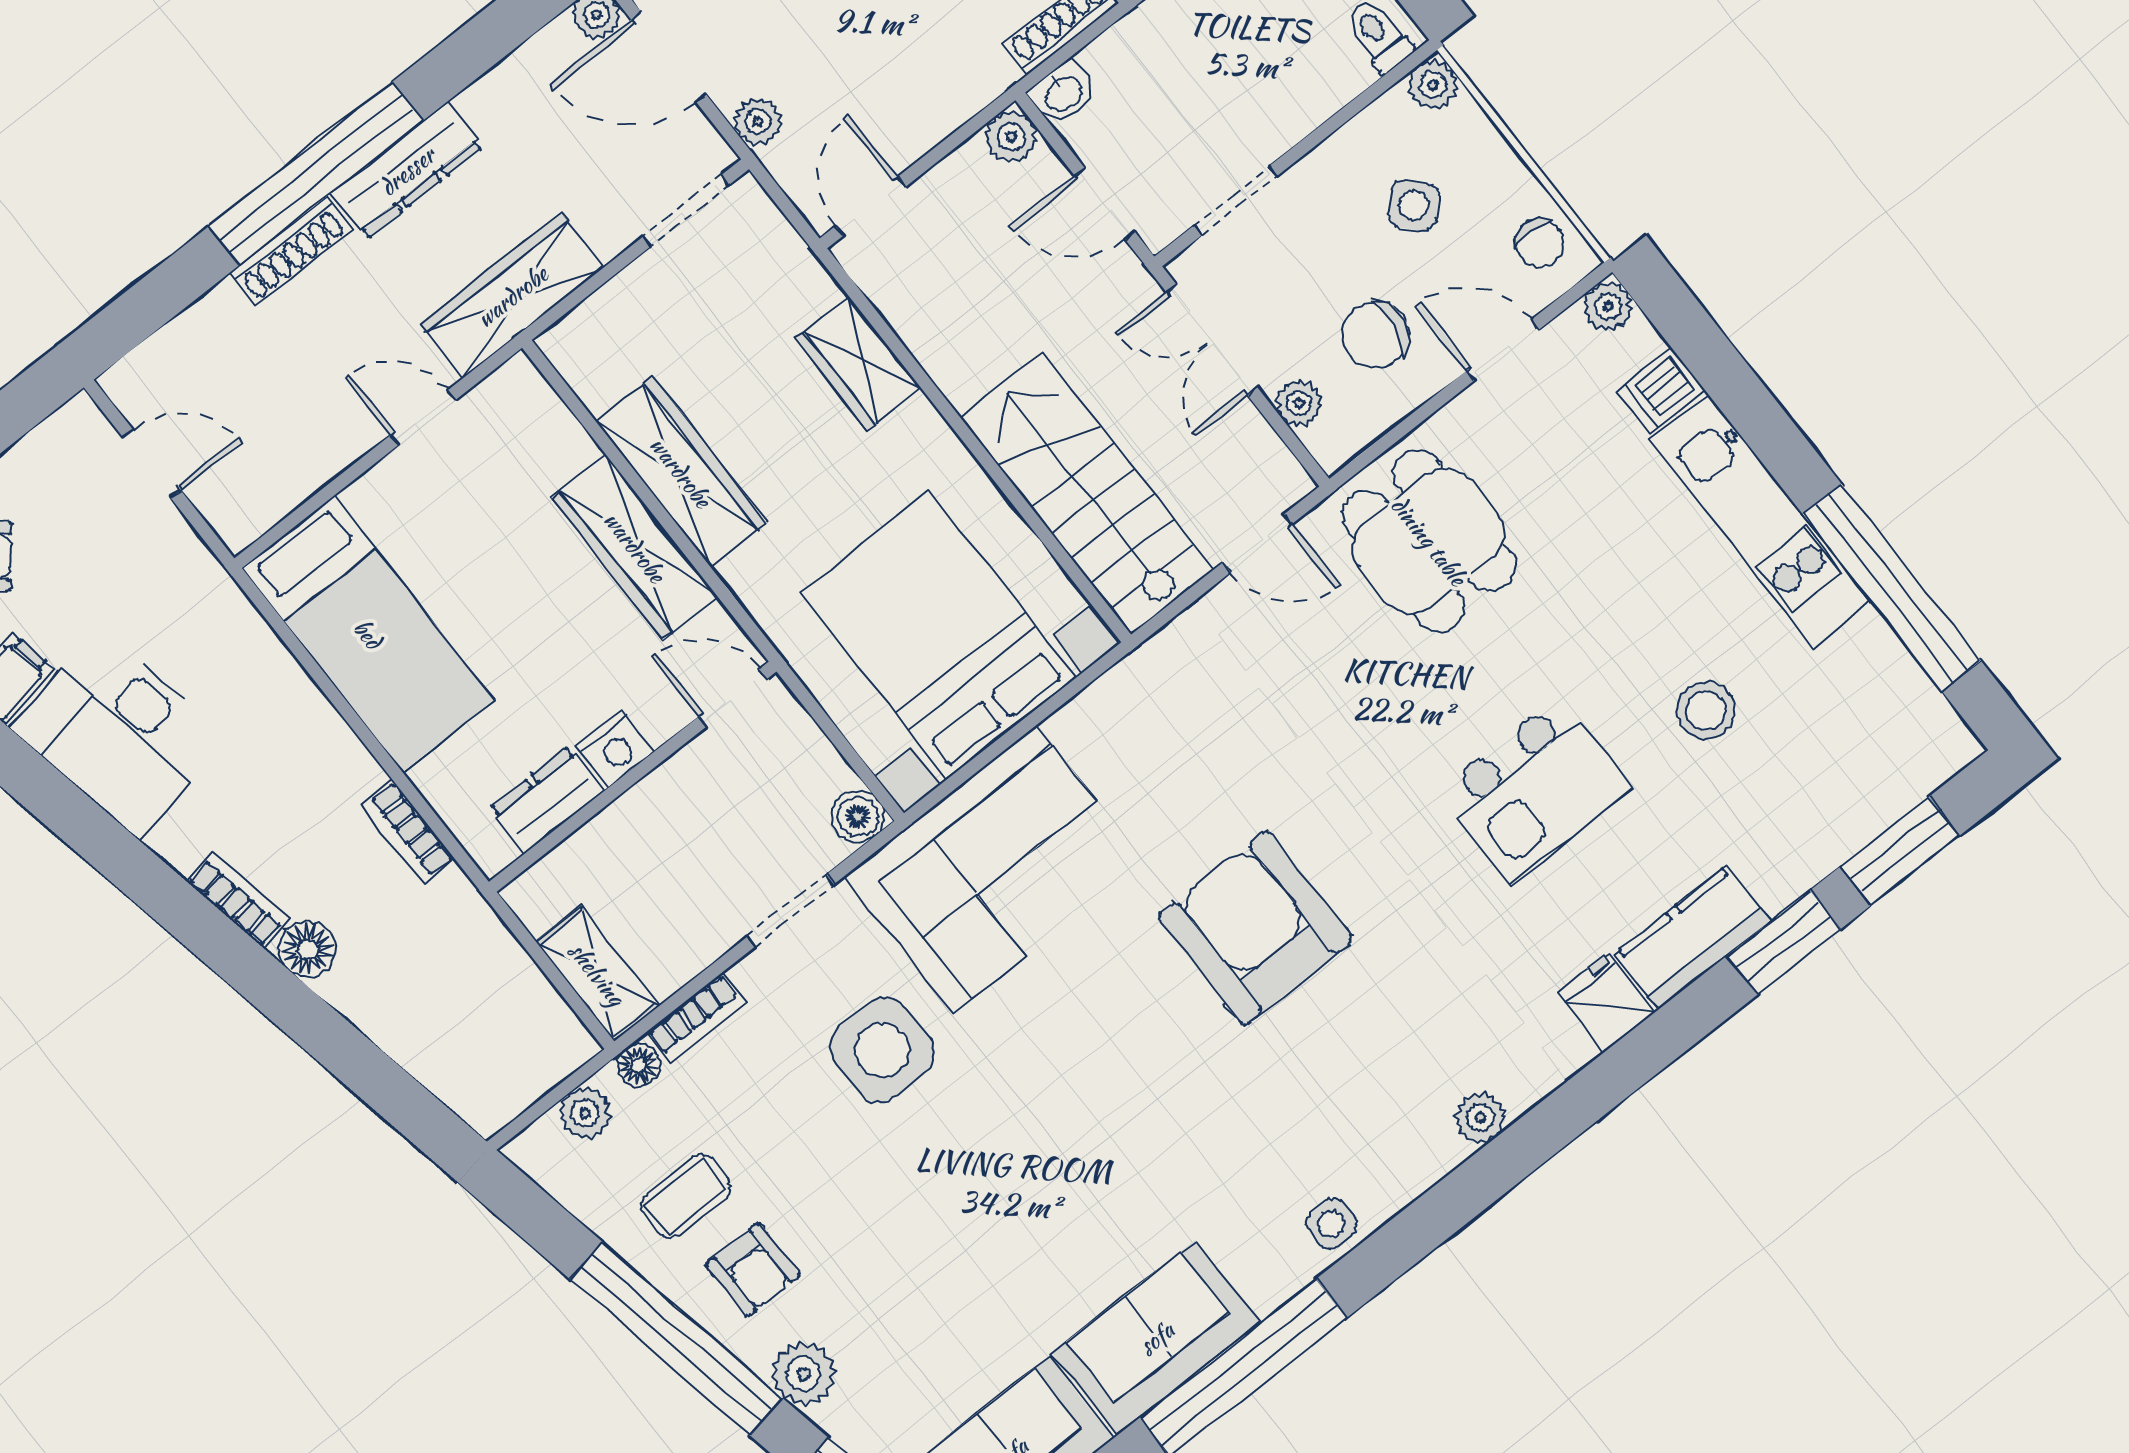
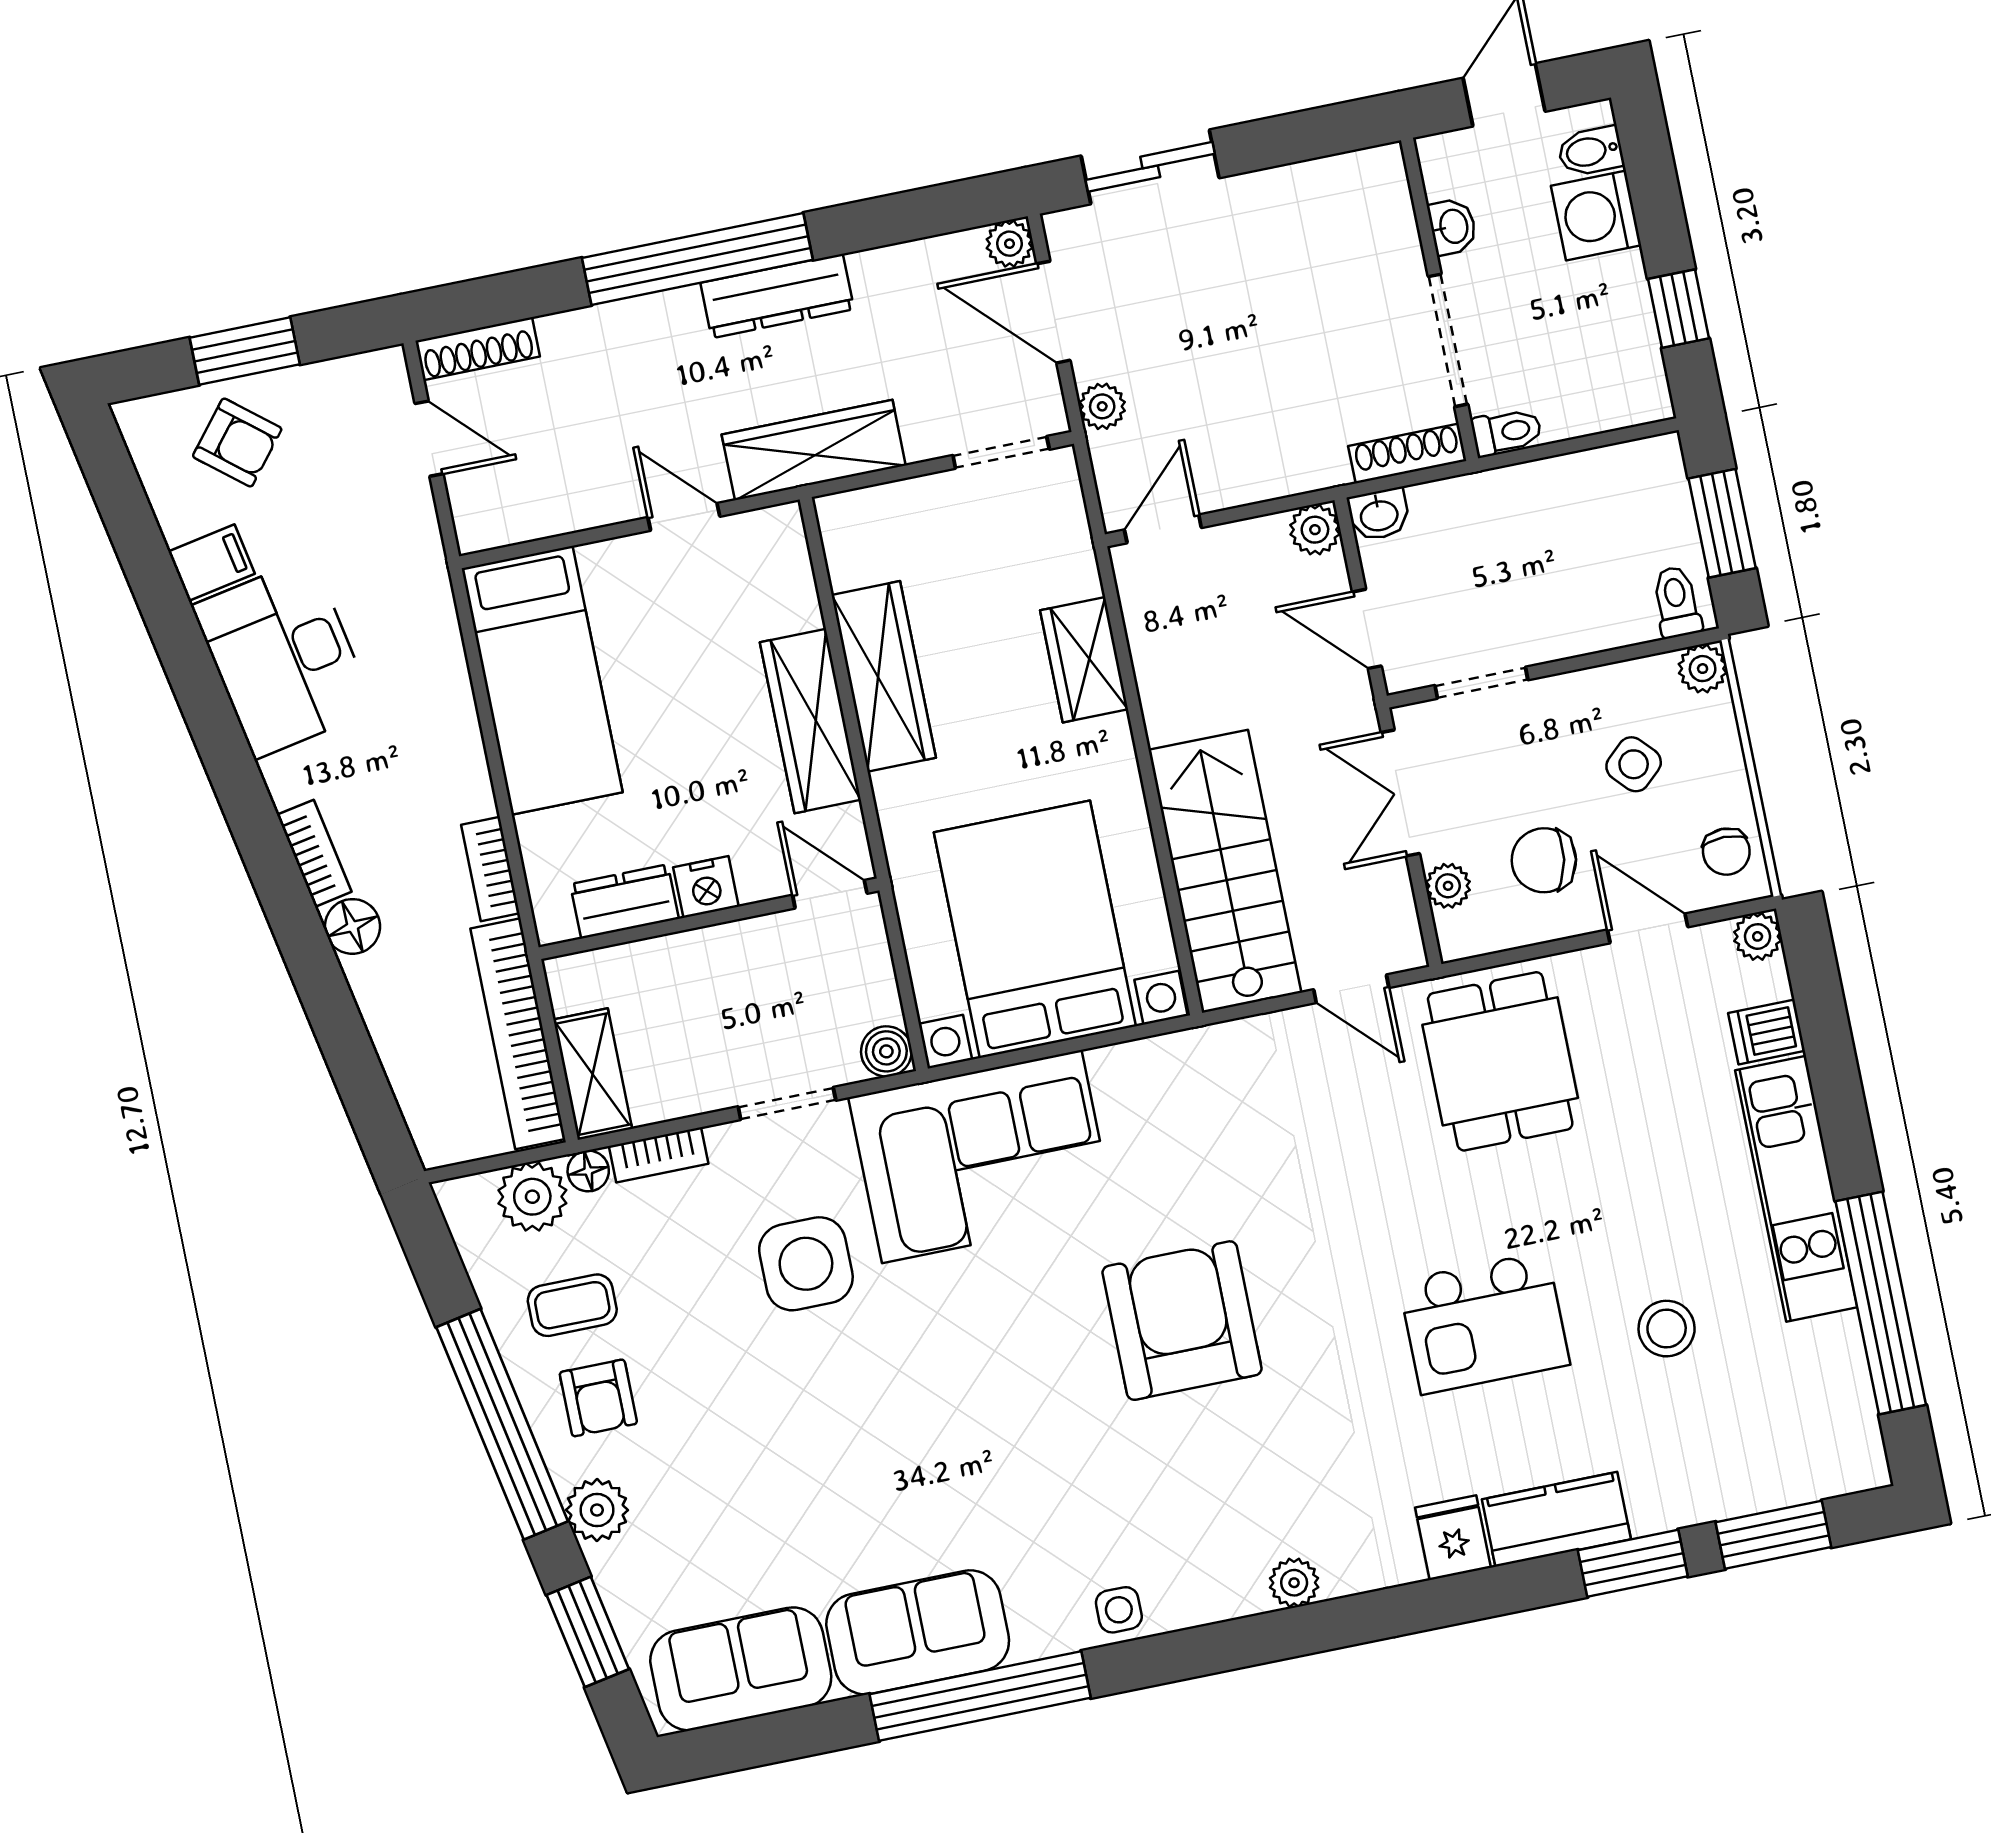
shoe rack: (290, 251) -> (478, 349), moved
bookcase: (510, 971) -> (518, 1034), added
plant: (585, 1113) -> (532, 1197), width x1.38, depth x1.38

